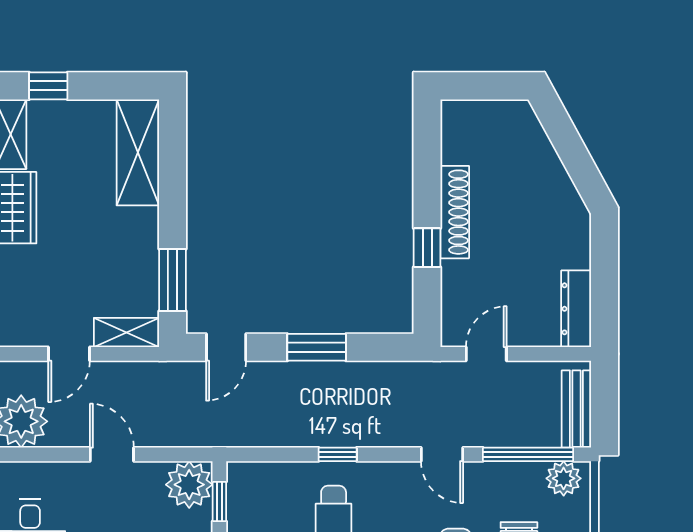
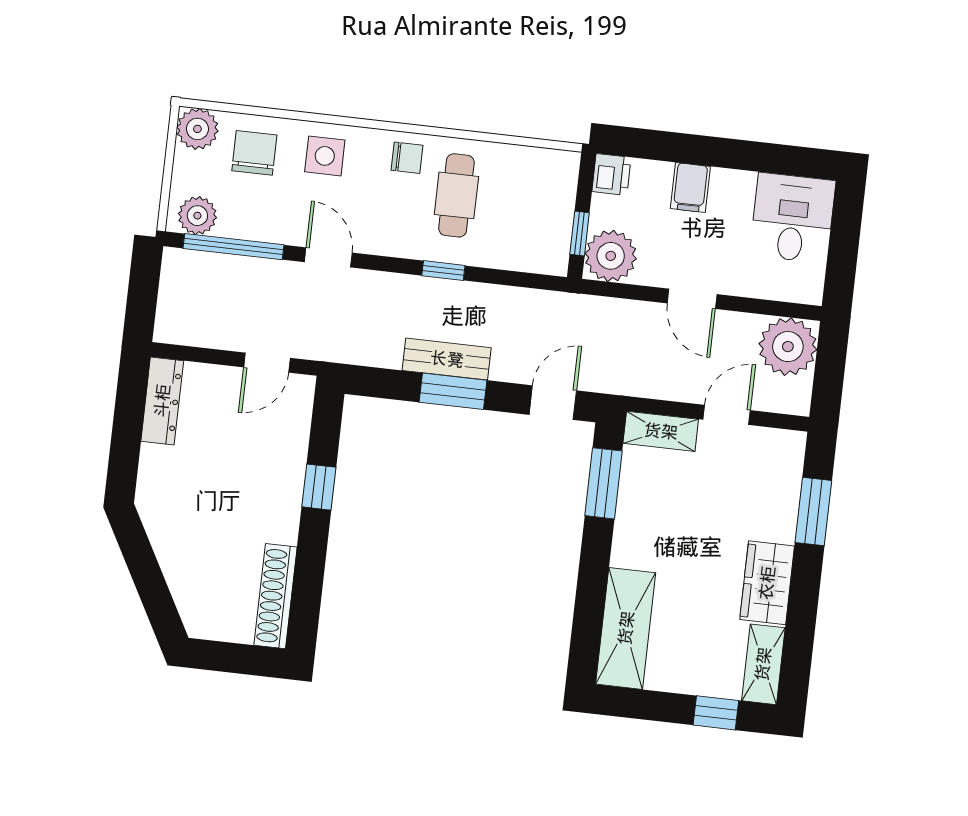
shoe rack: (455, 212) -> (276, 596), moved
bench: (576, 409) -> (447, 359), moved, turned 90

